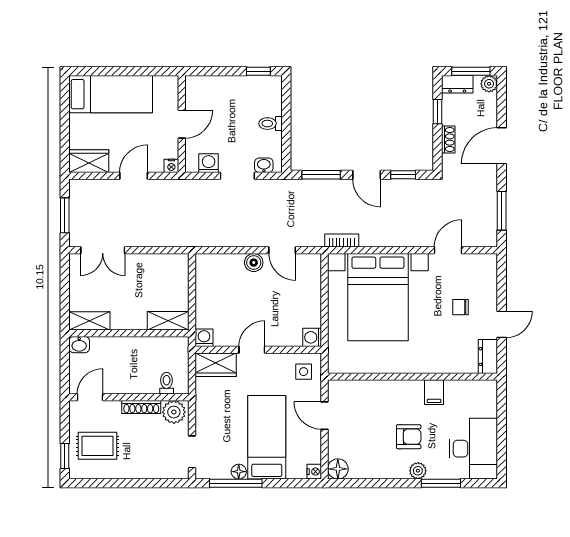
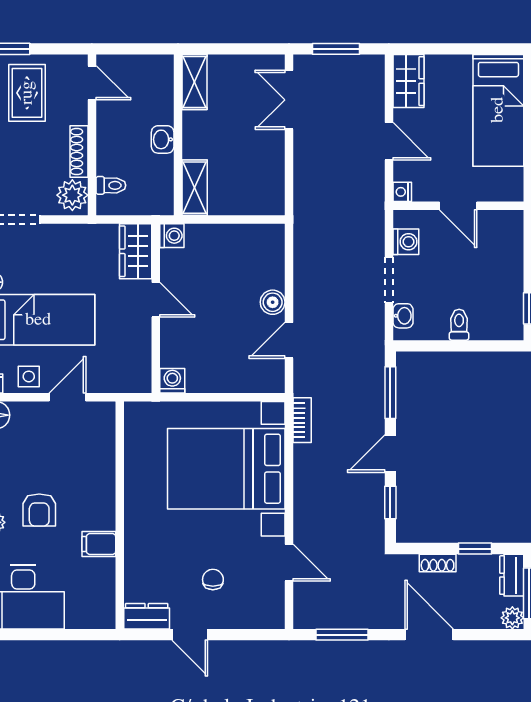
washbasin: (79, 345) -> (163, 139), moved
side table: (304, 372) -> (29, 376), moved

